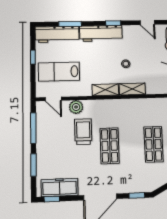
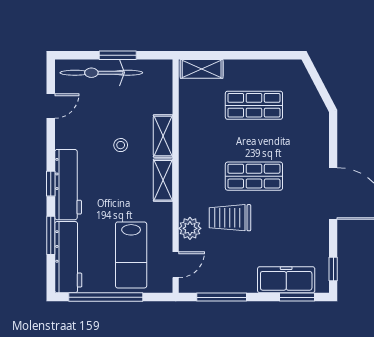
window: (113, 23) -> (51, 184), moved
window: (33, 57) -> (106, 297), width x3.17
window: (34, 165) -> (297, 297), moved
freezer: (59, 187) -> (286, 280), moved, turned 90
window: (137, 195) -> (333, 136), removed

